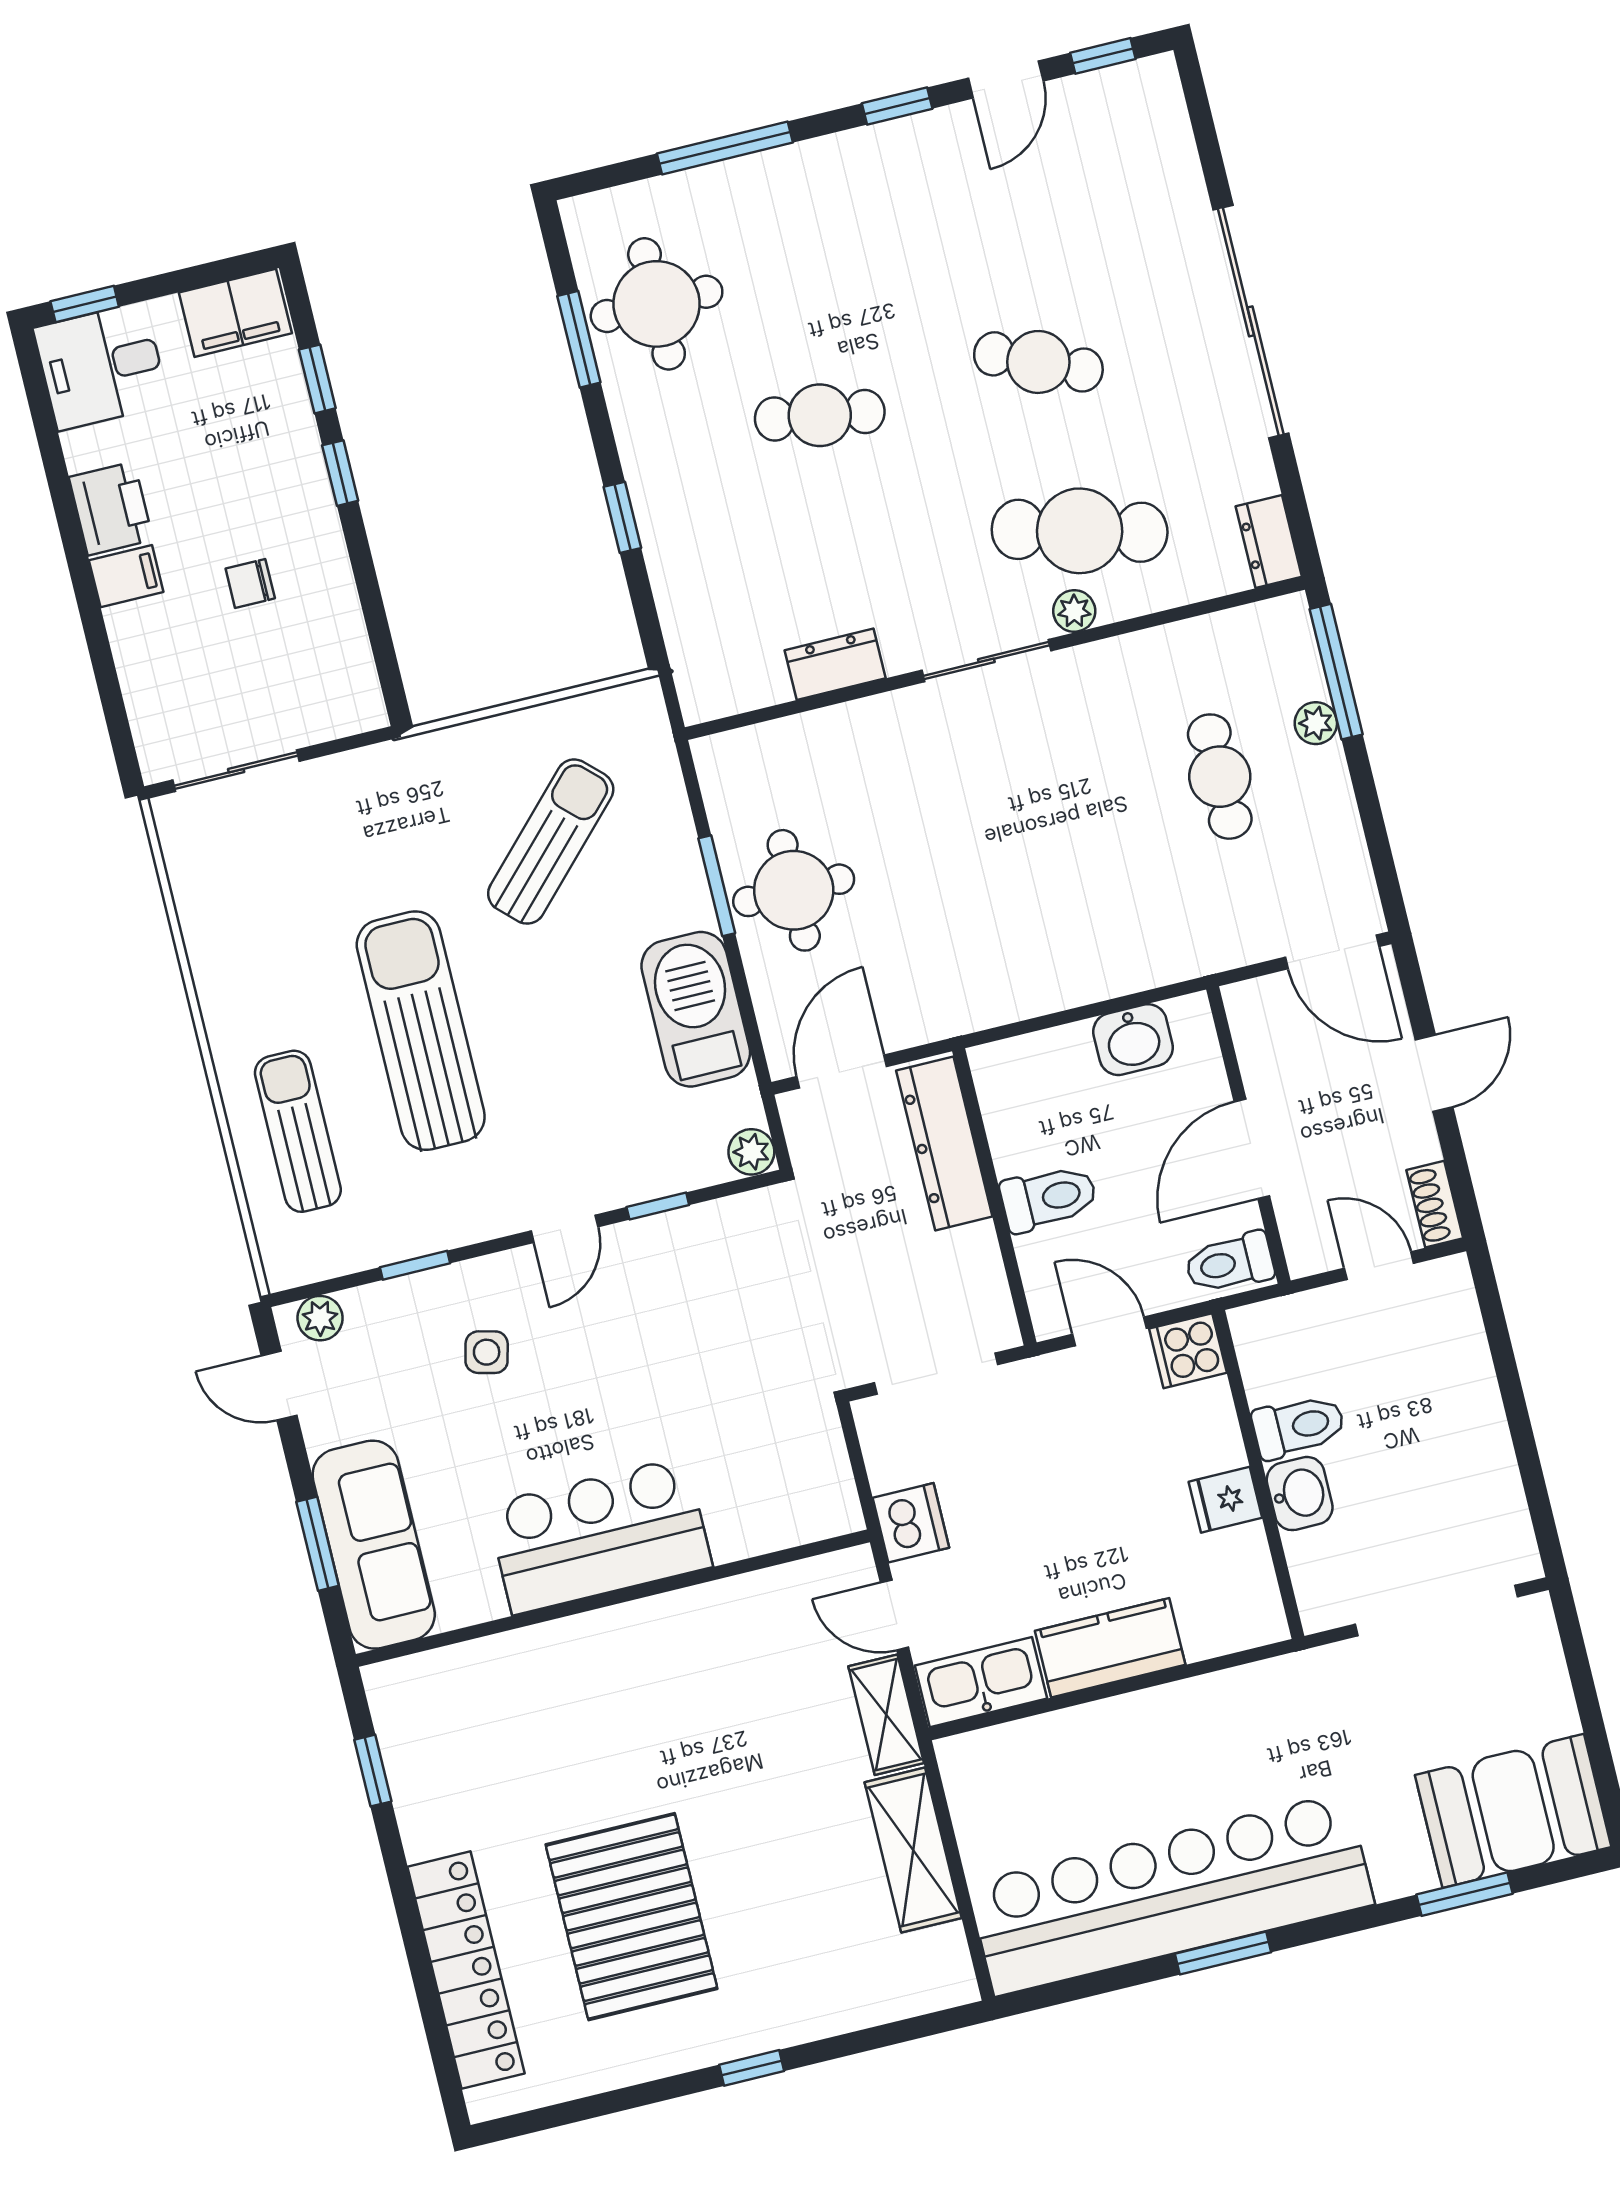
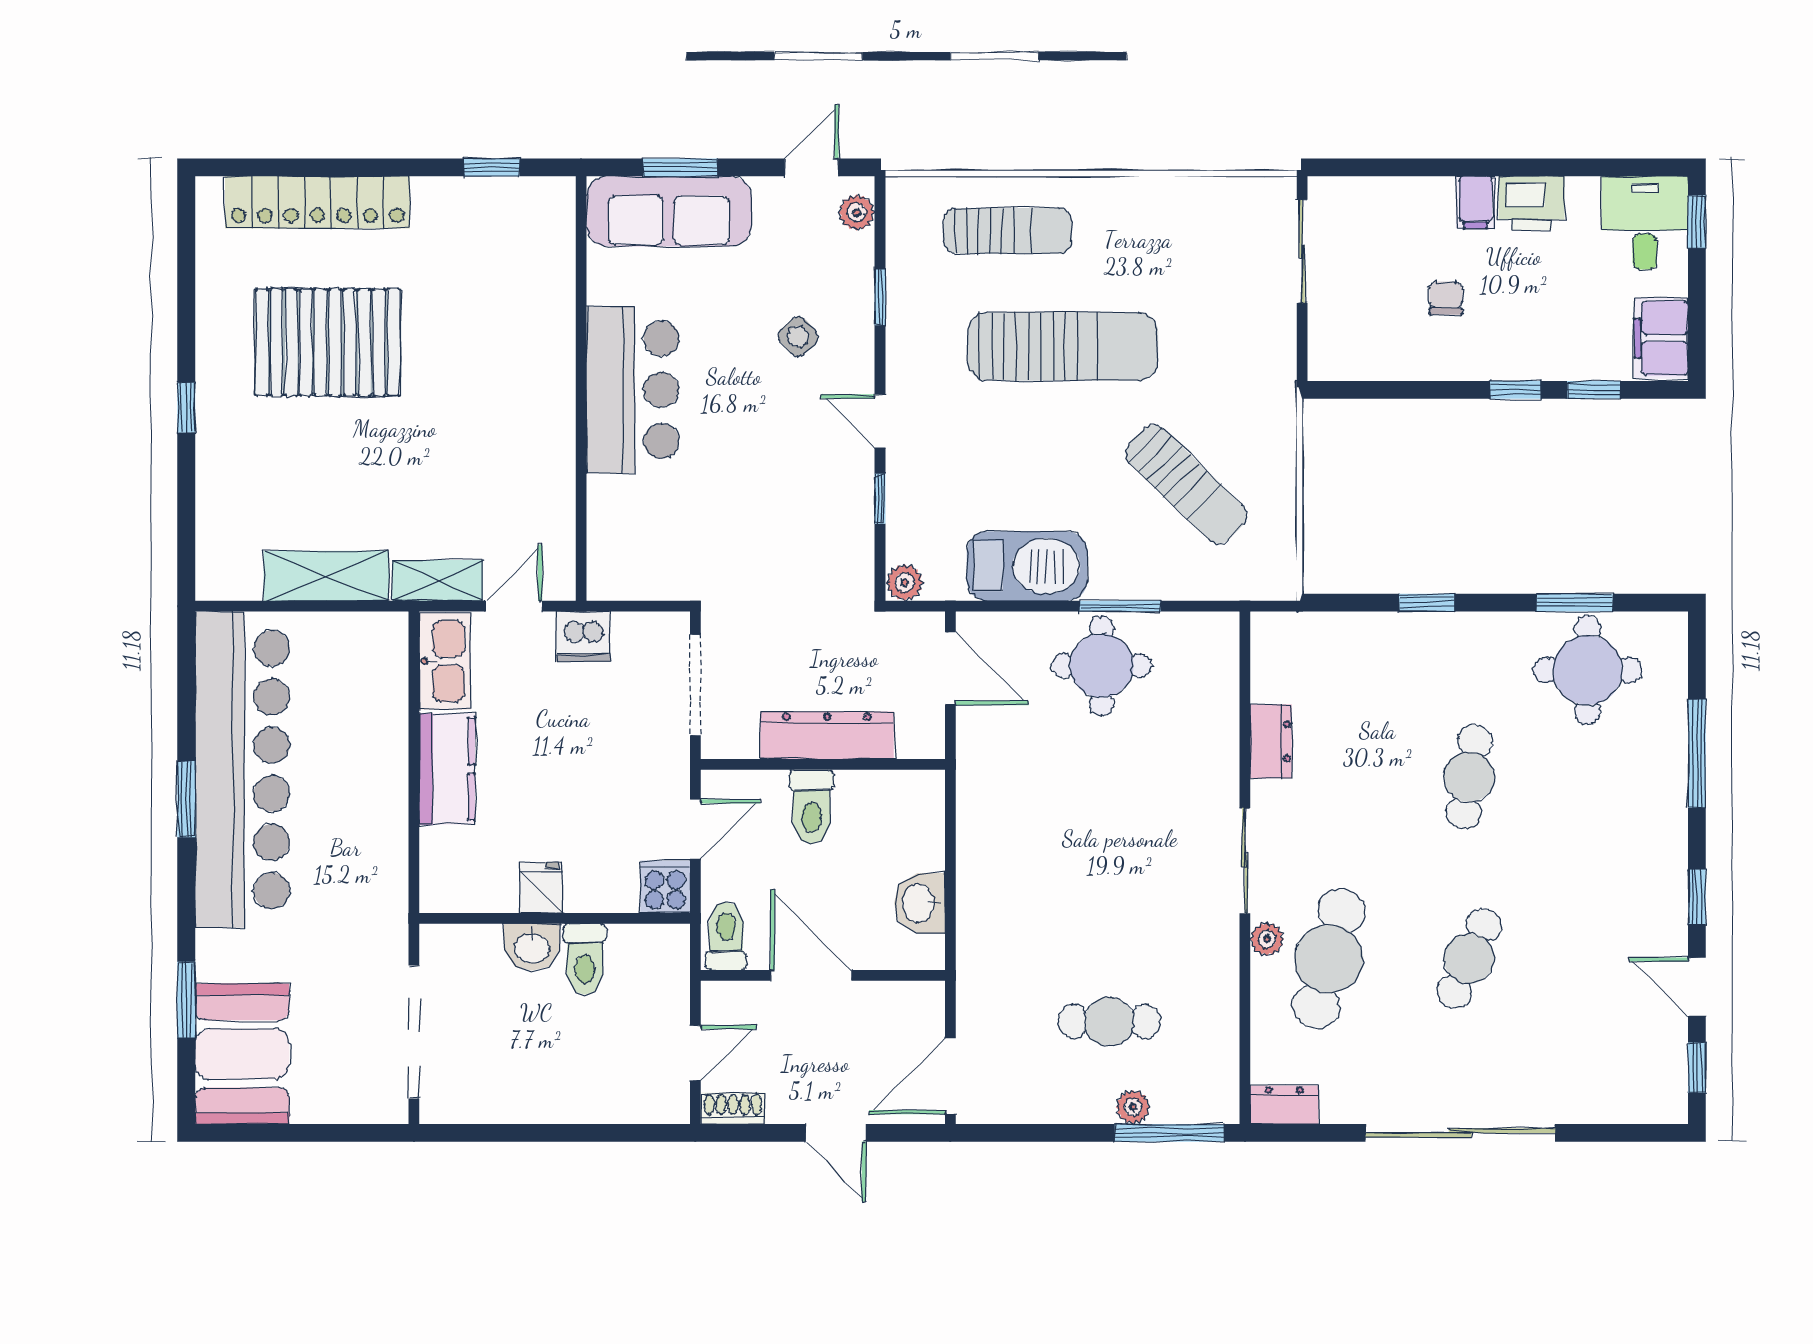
dresser: (944, 1144) -> (827, 735), moved
side table: (487, 1352) -> (798, 337), turned 33

